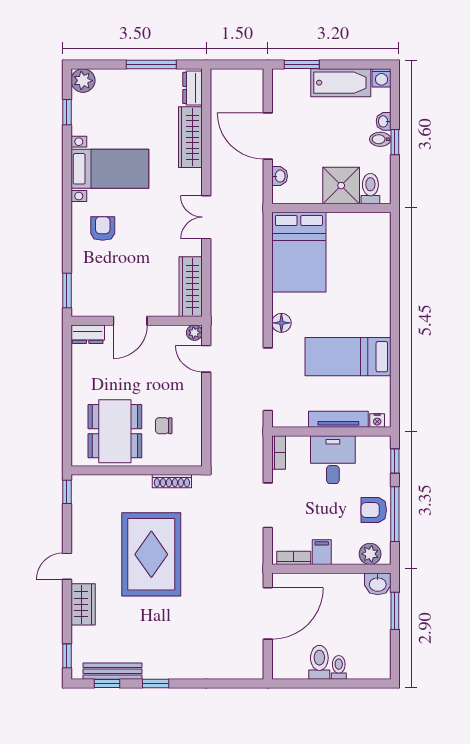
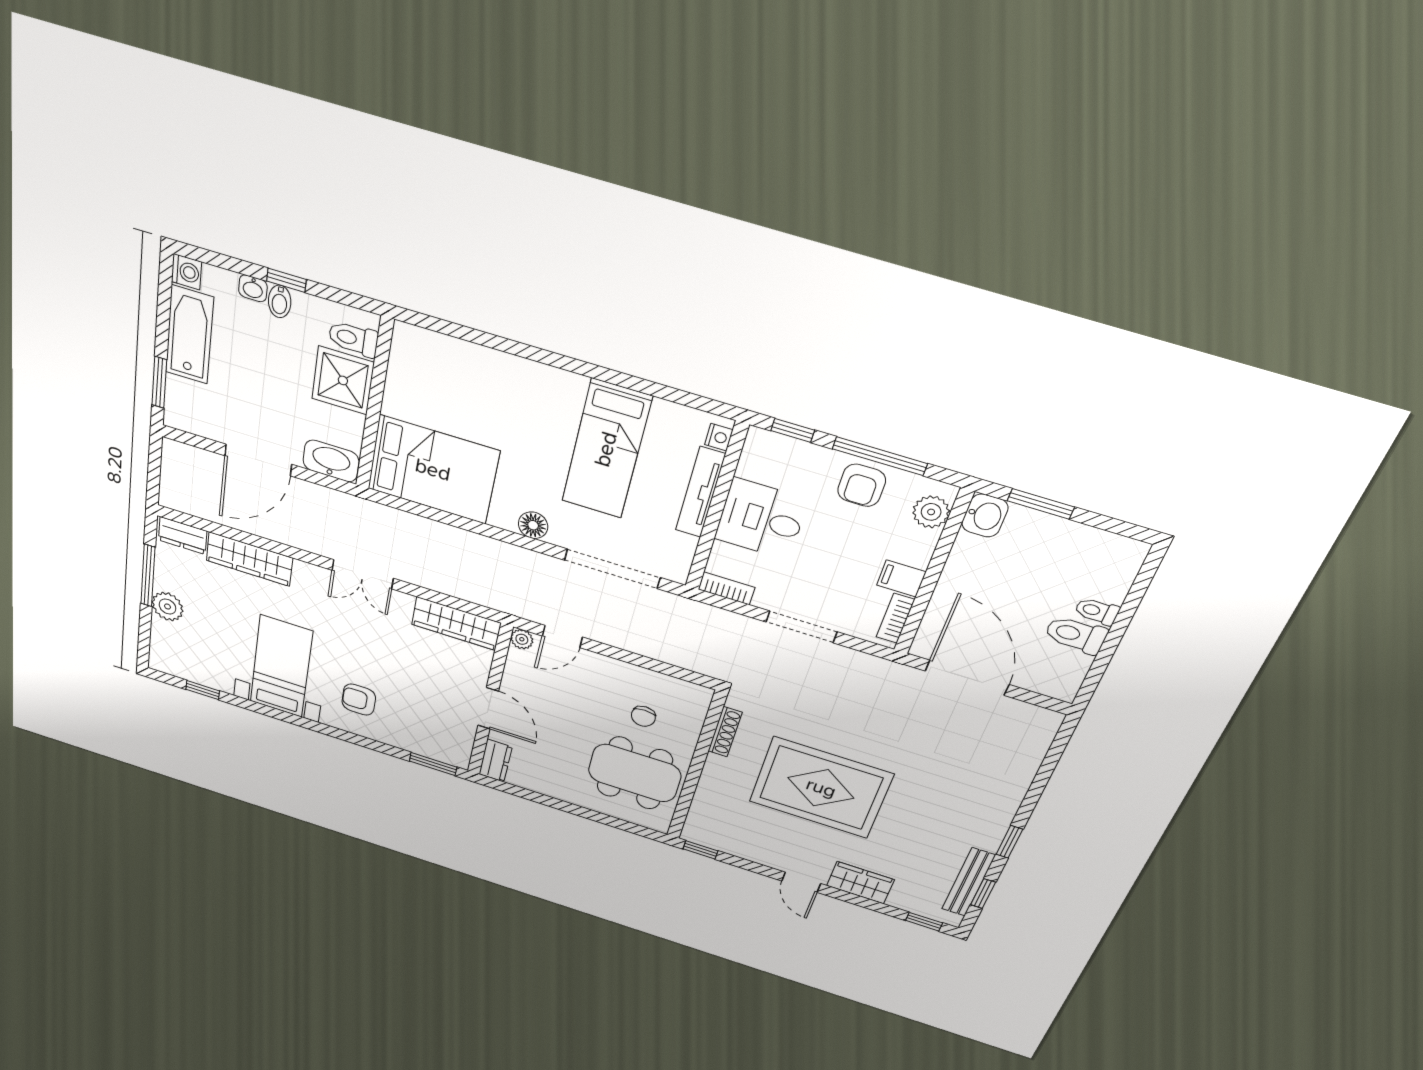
plant: (83, 81) -> (167, 607), moved
washbasin: (280, 176) -> (331, 461), width x1.91, depth x1.45

